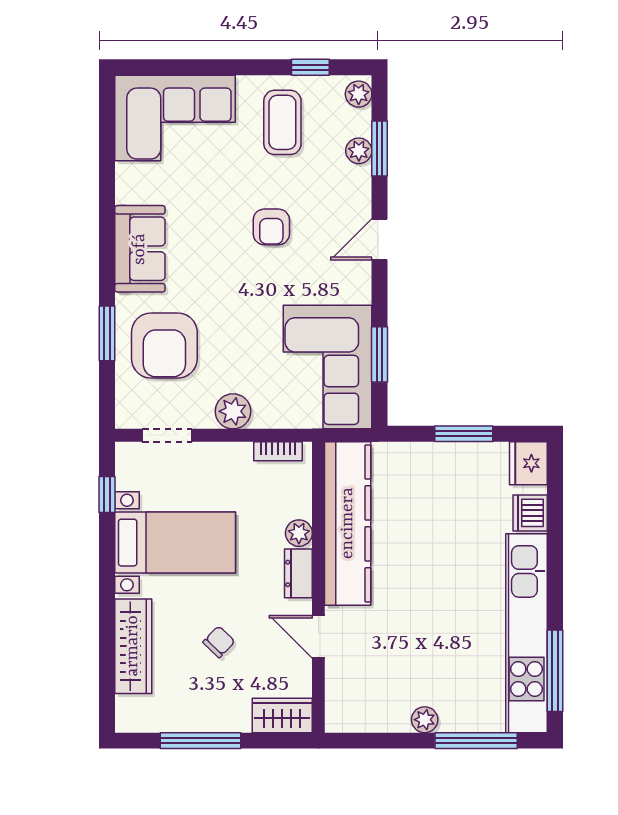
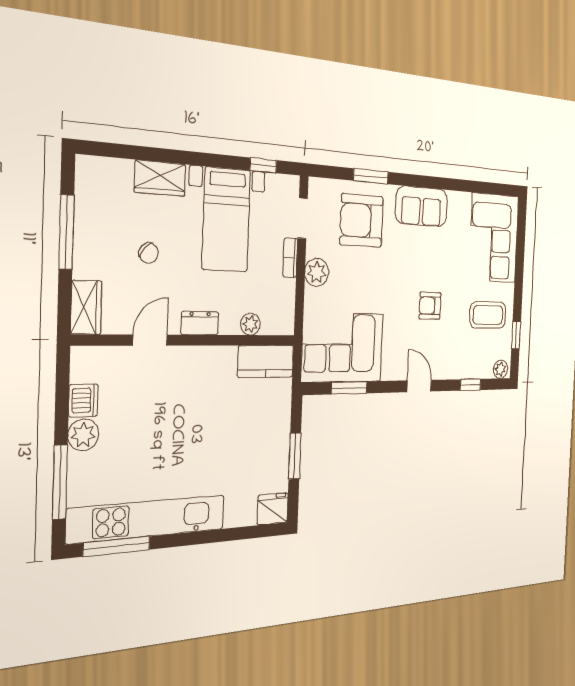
window: (380, 148) -> (471, 385), width x0.67
plant: (359, 151) -> (470, 370), removed
bookcase: (278, 451) -> (290, 258), moved
dishwasher: (530, 513) -> (83, 400), moved, turned 90
kitchen counter: (348, 523) -> (266, 361), width x0.48, depth x0.86
plant: (299, 533) -> (250, 324), moved
wardrobe: (133, 646) -> (160, 178), width x0.67
plant: (425, 720) -> (83, 435), width x1.38, depth x1.38

